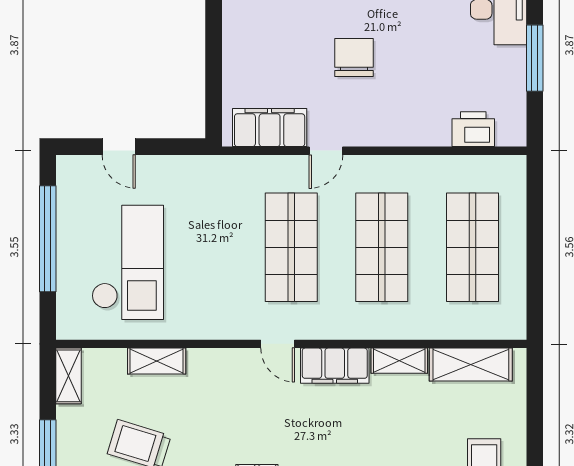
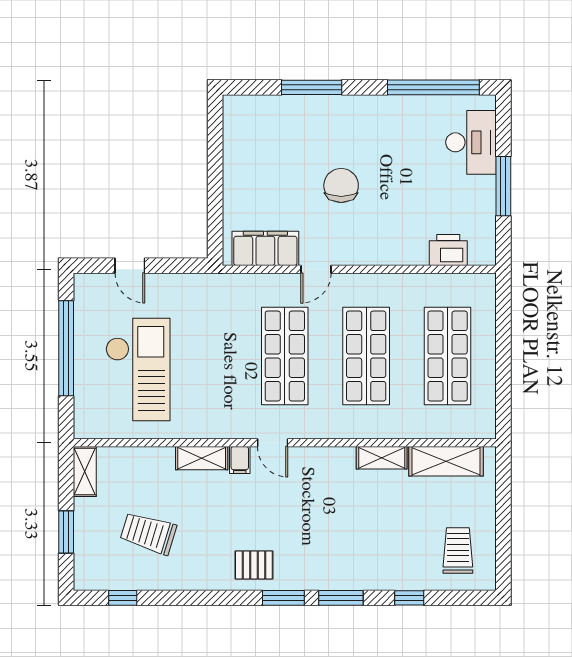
shelving: (157, 361) -> (202, 458), moved
filing cabinet: (335, 366) -> (240, 460), moved, width x0.33, depth x0.86

